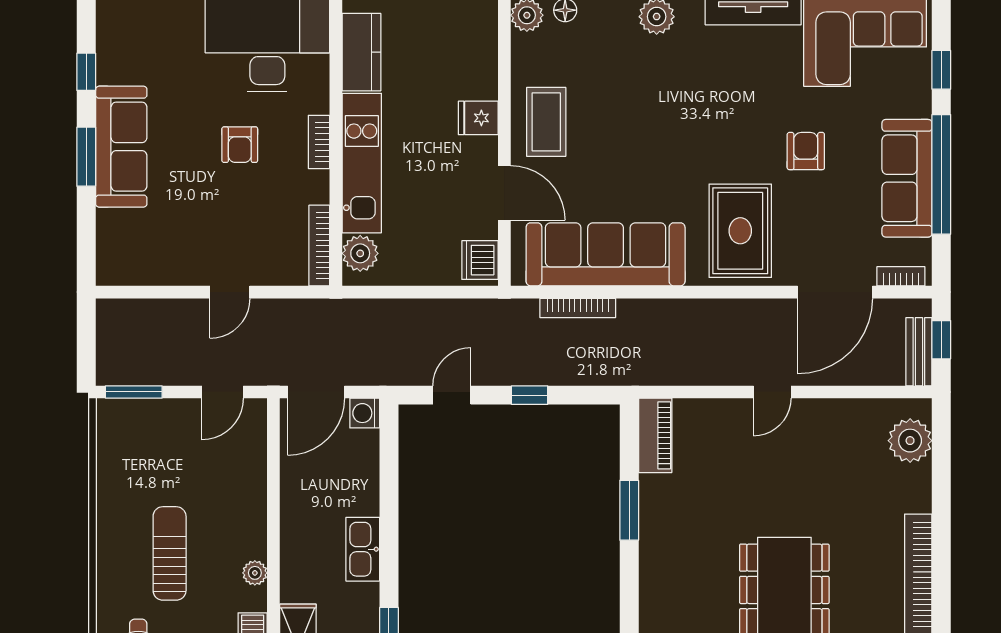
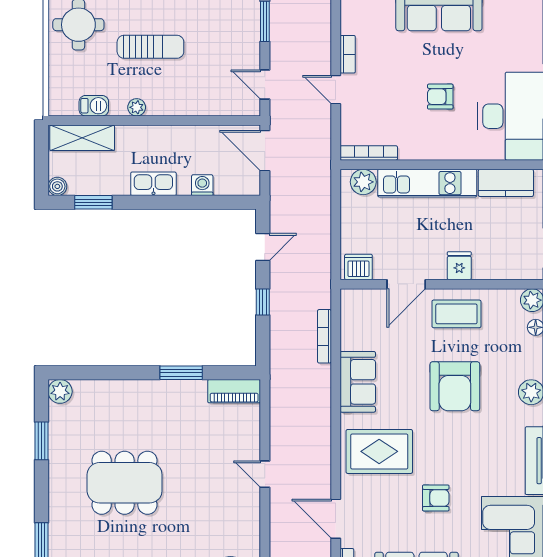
armchair: (648, 124) -> (455, 386), added
bookcase: (319, 142) -> (348, 54), moved, turned 90
sofa: (606, 254) -> (358, 382), width x0.54, depth x0.79
door: (835, 292) -> (336, 519), width x0.73
door: (452, 395) -> (263, 247), hinge flipped
washing machine: (365, 413) -> (202, 185), moved

